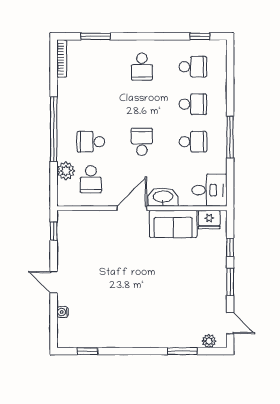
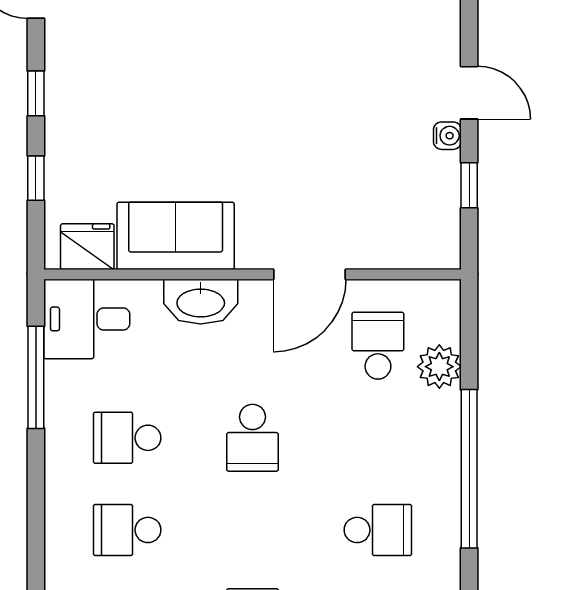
window: (230, 137) -> (36, 377), moved
school desk: (91, 142) -> (378, 530), moved
door: (132, 208) -> (309, 274), moved
window: (54, 231) -> (469, 185), moved
window: (230, 282) -> (36, 93), width x0.67
water cooler: (63, 312) -> (447, 136), moved

